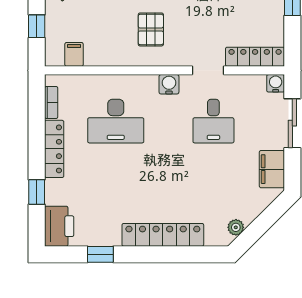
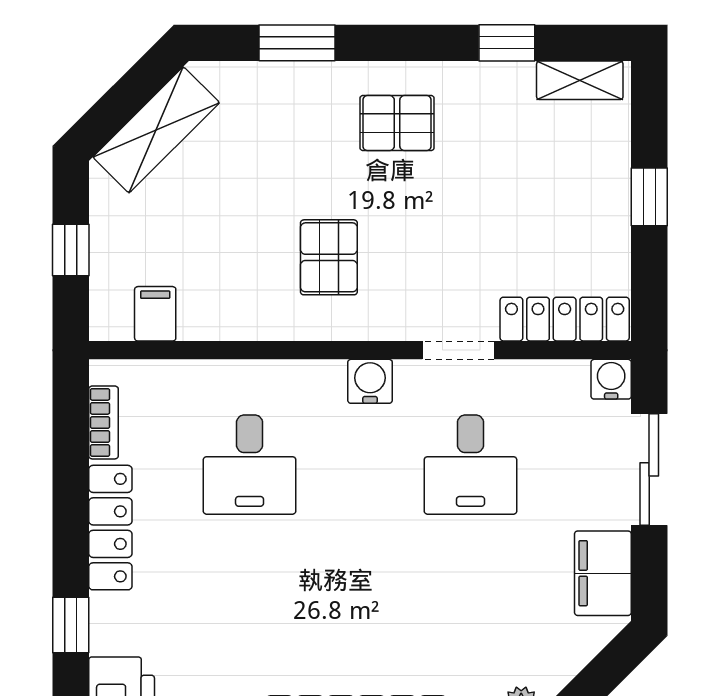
desk: (116, 121) -> (250, 465), width x0.73

